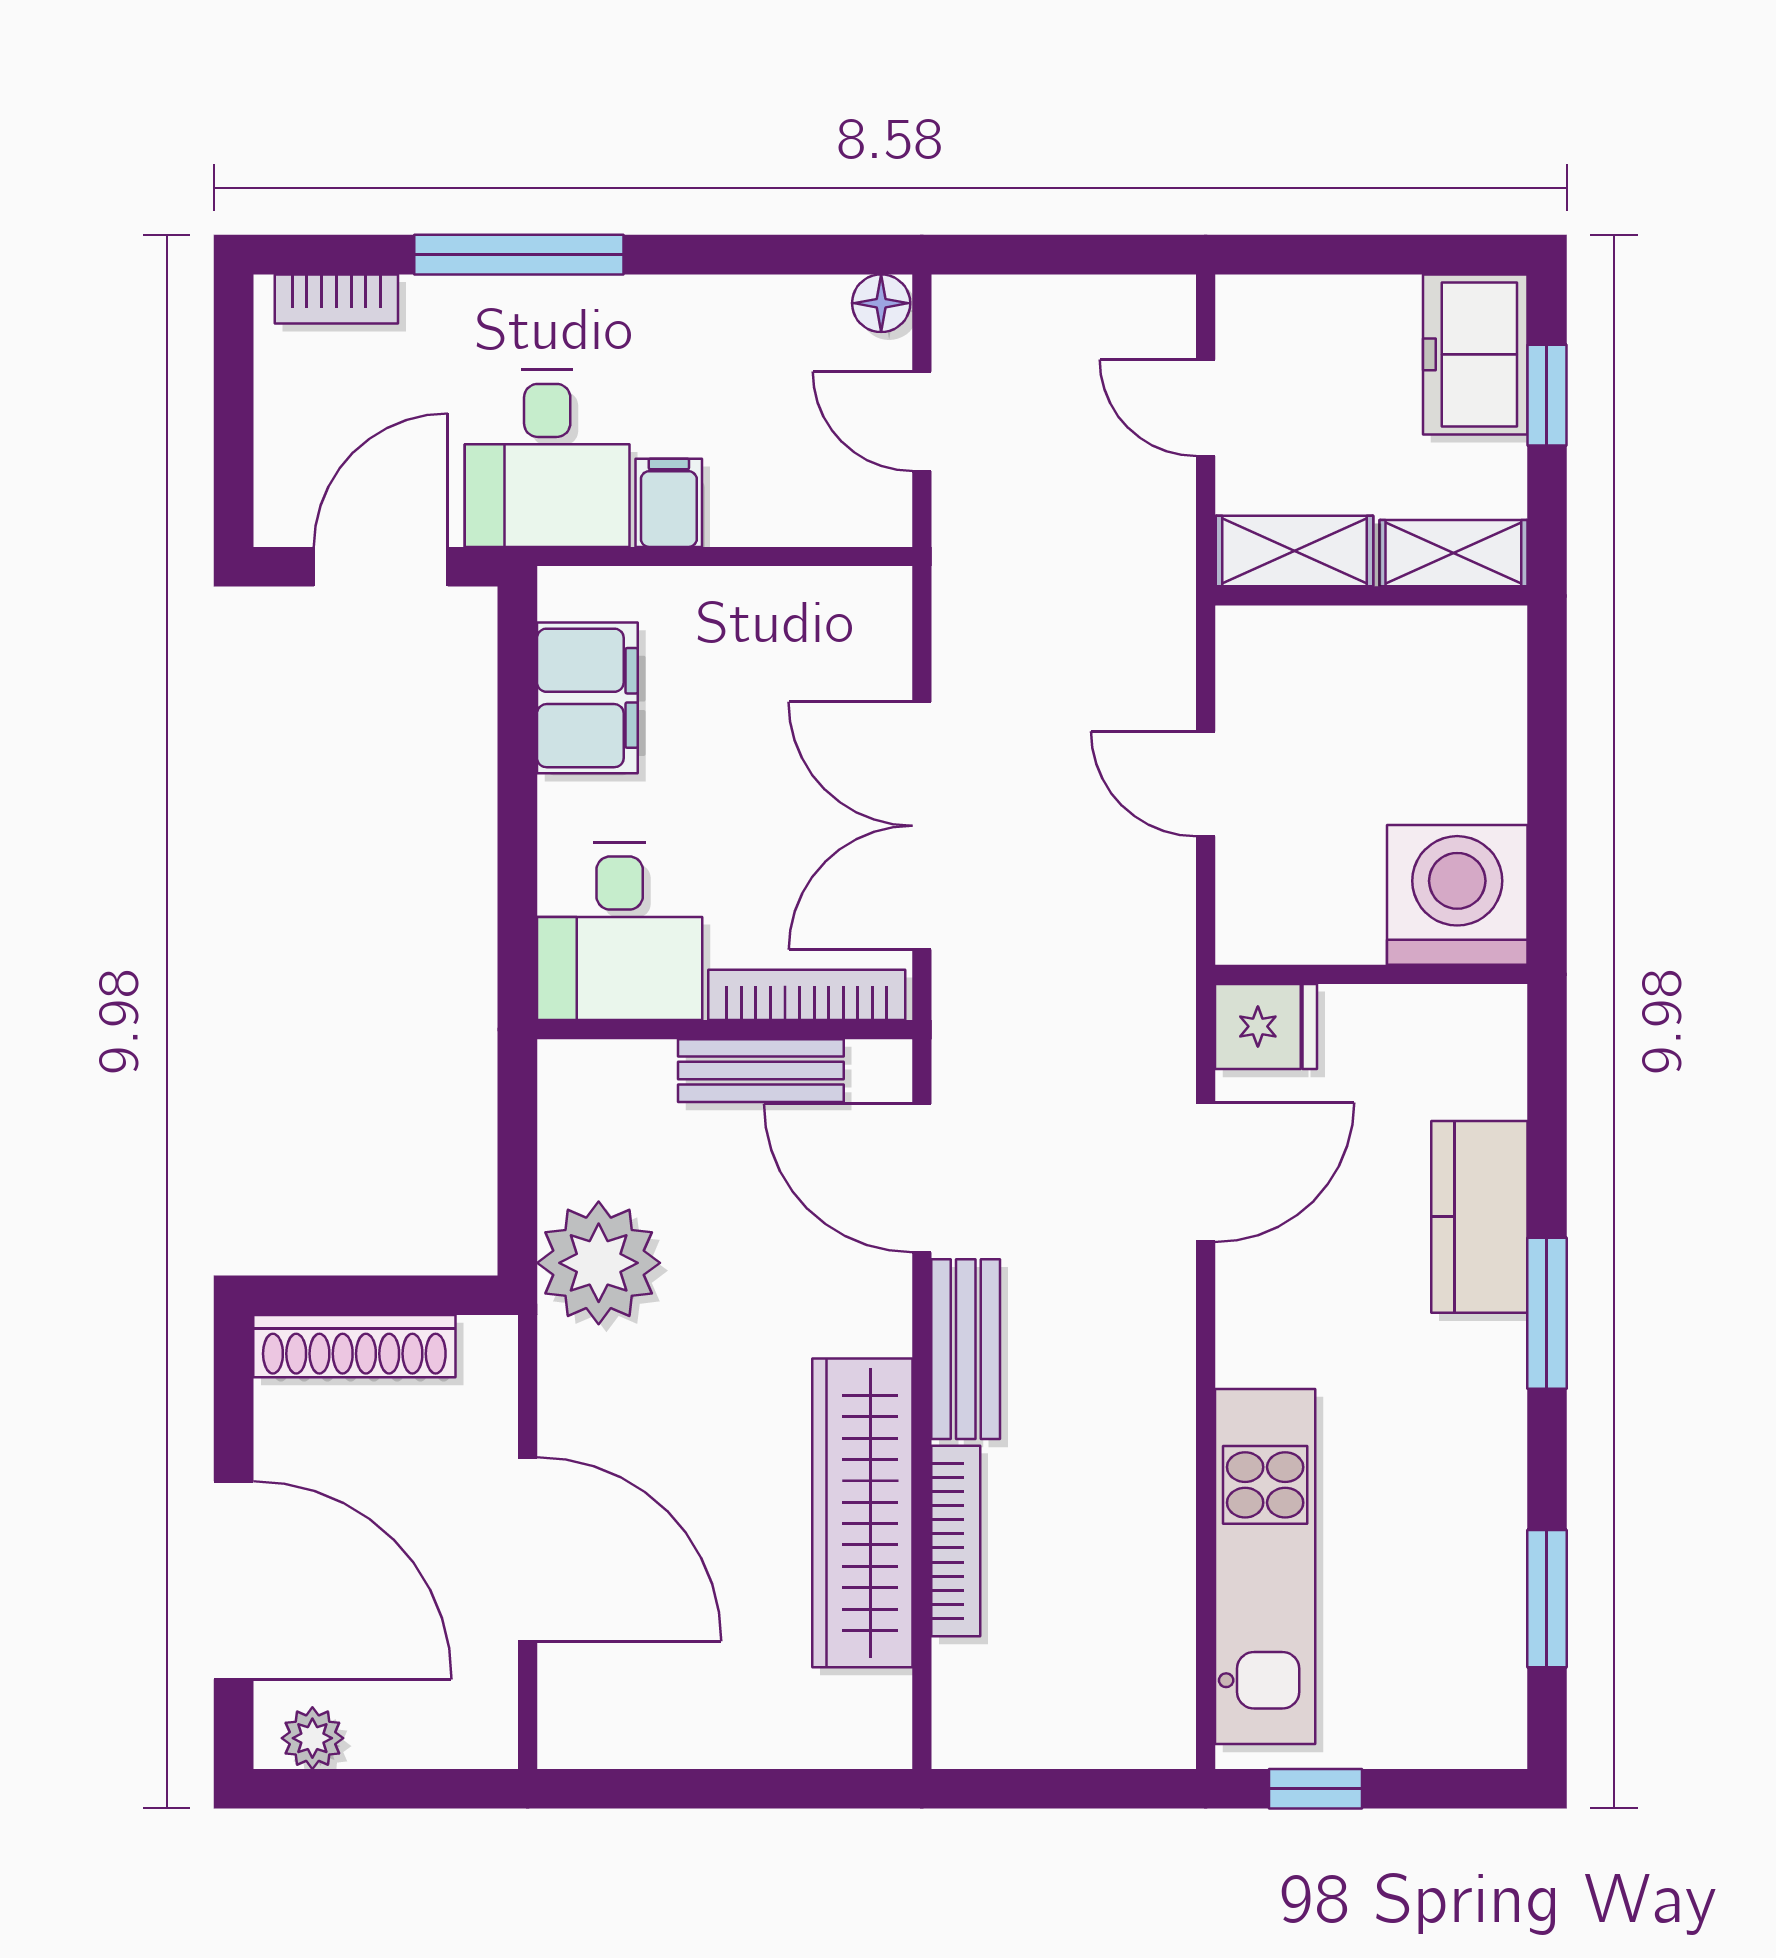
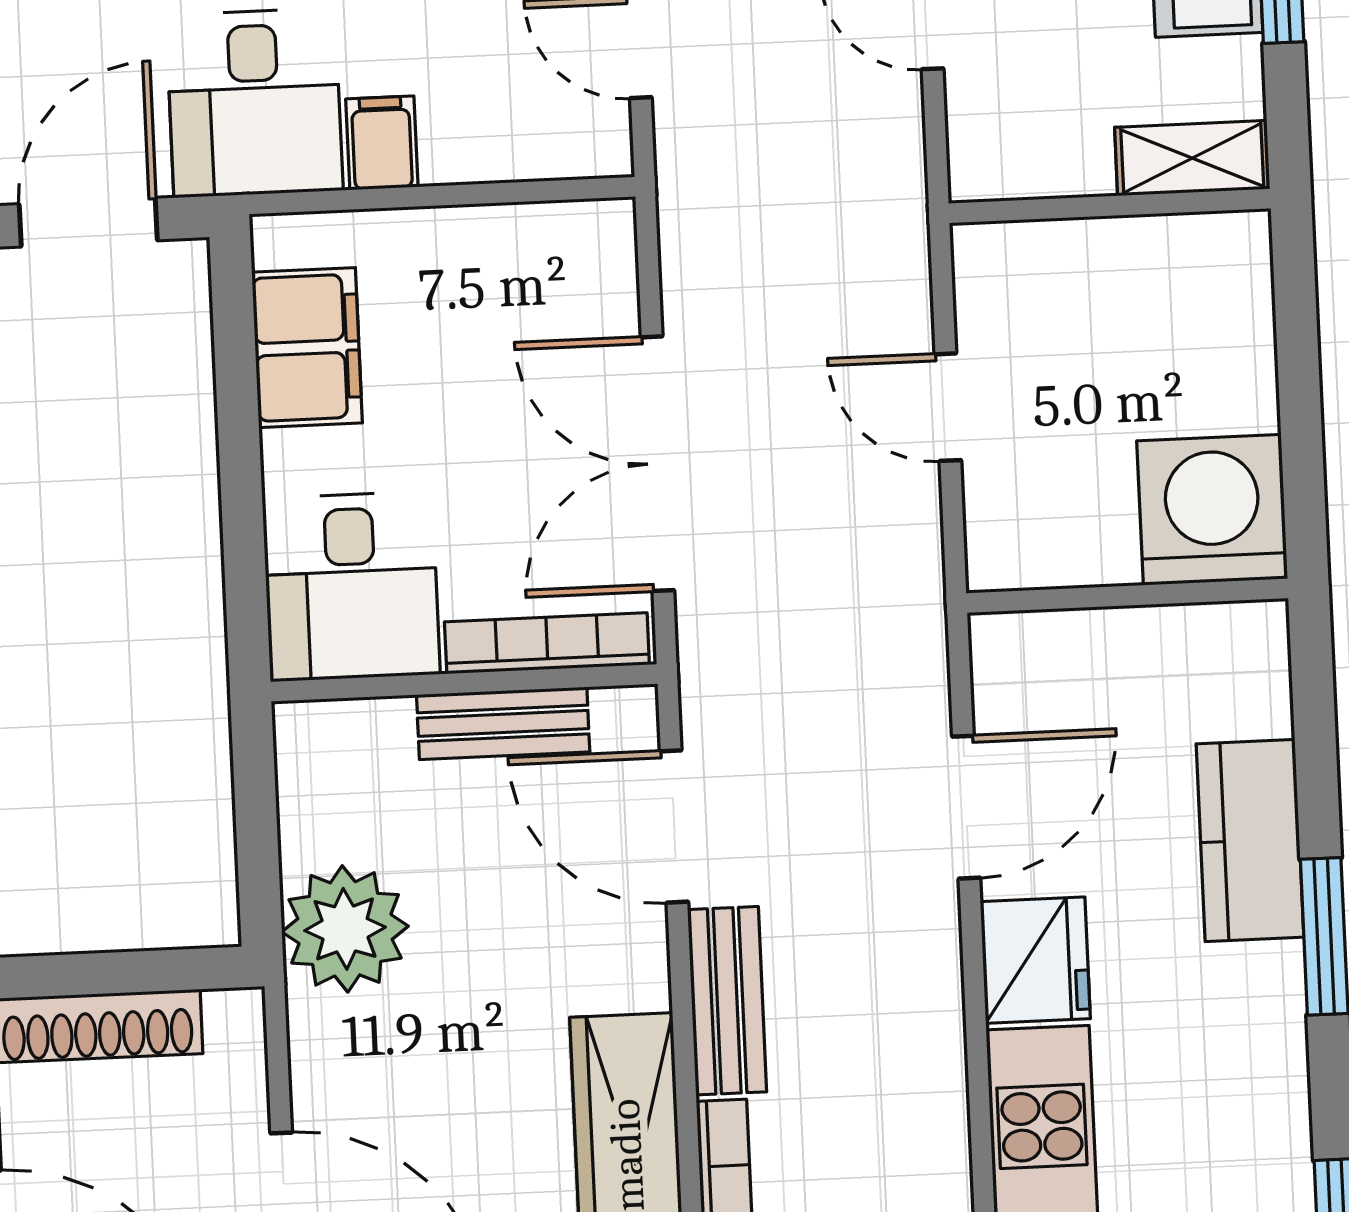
shelving: (1295, 551) -> (1029, 163), removed
fridge: (1266, 1026) -> (1035, 960), moved, width x1.38

